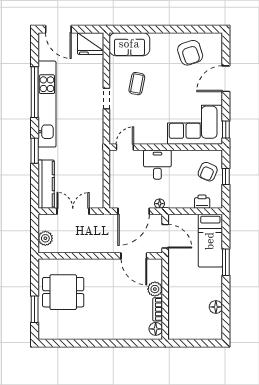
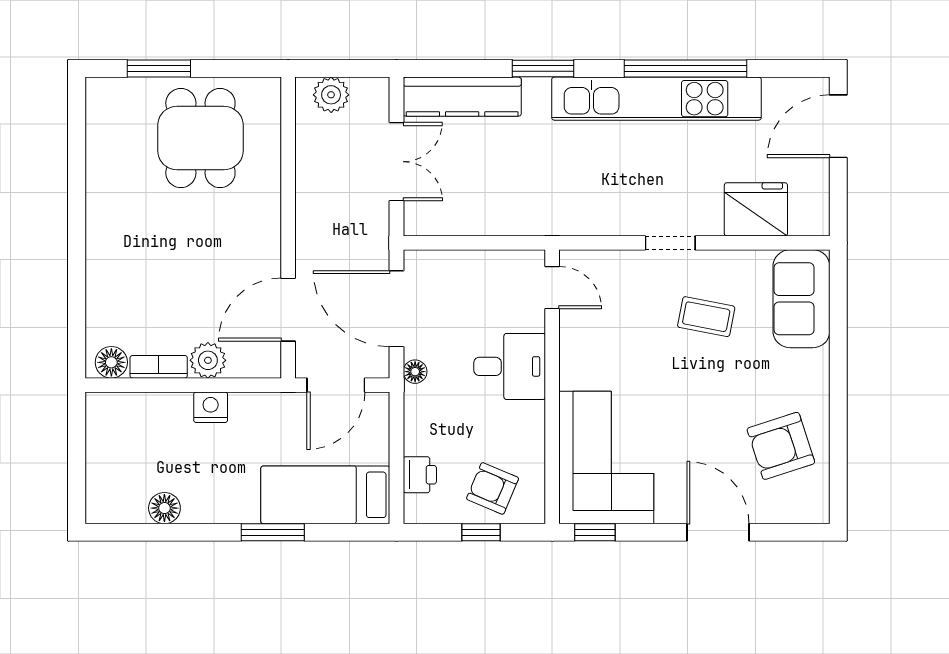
fridge: (91, 44) -> (756, 209), moved, turned 90
nightstand: (174, 288) -> (211, 407), added

